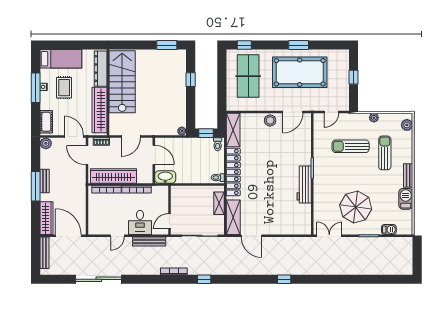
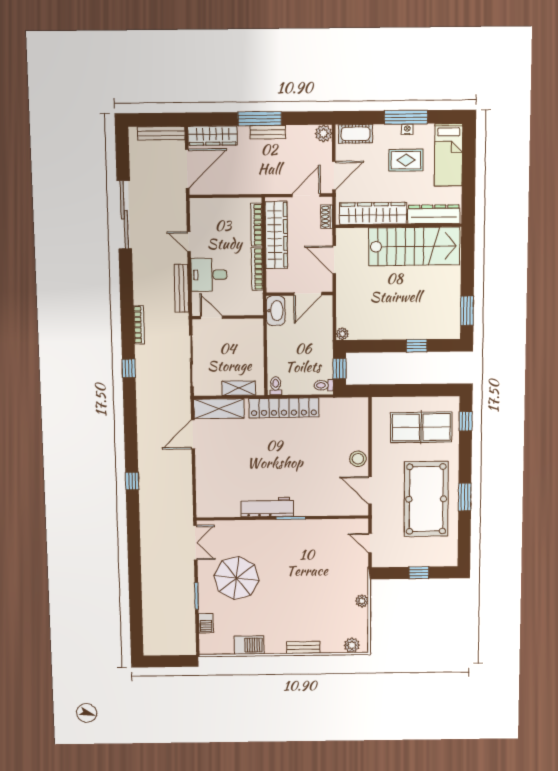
shelving: (233, 130) -> (344, 407), removed
sun lounger: (351, 146) -> (322, 570), removed
sun lounger: (385, 153) -> (313, 616), removed
bench: (408, 176) -> (303, 647), moved

